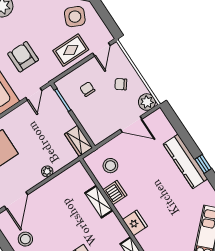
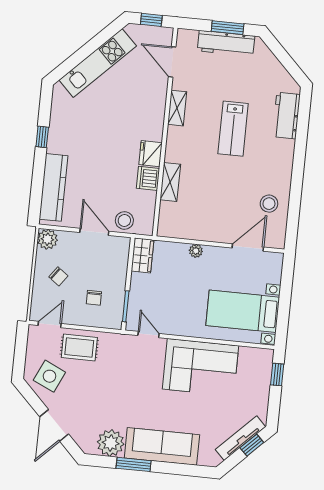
armchair: (23, 57) -> (130, 378), removed
door: (34, 94) -> (149, 335), hinge flipped
door: (131, 124) -> (94, 232), moved
kitchen counter: (185, 161) -> (53, 187), moved
stool: (110, 166) -> (124, 220), moved
fridge: (135, 223) -> (150, 154), moved

